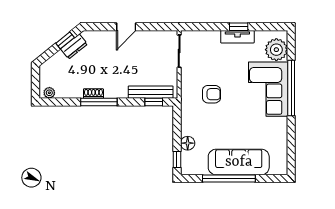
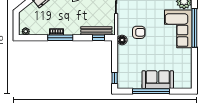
floor lamp: (188, 143) -> (122, 40), moved
sofa: (239, 162) -> (158, 80), width x0.73

